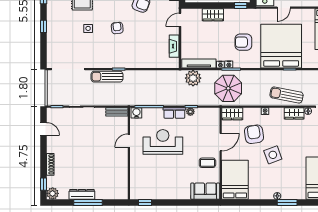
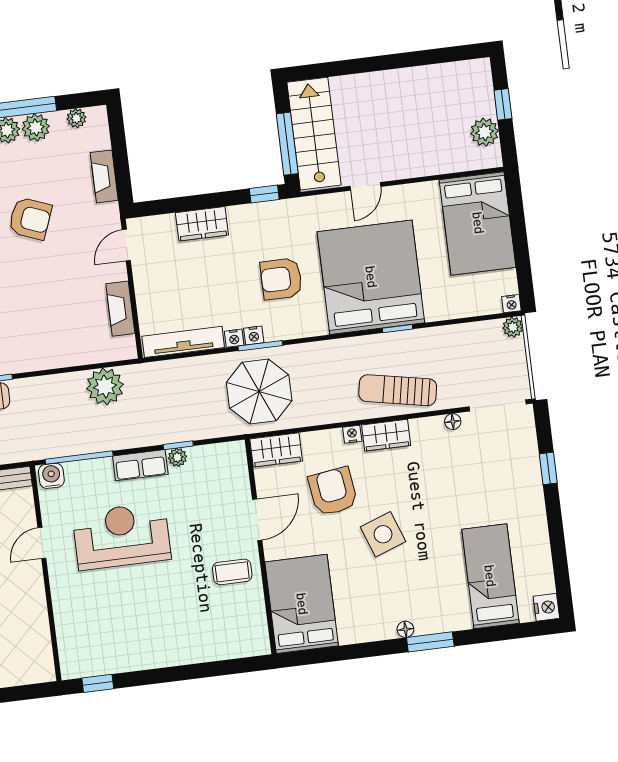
plant: (193, 78) -> (105, 386), moved
wardrobe: (294, 113) -> (386, 435), moved
sofa: (205, 191) -> (236, 639), removed

